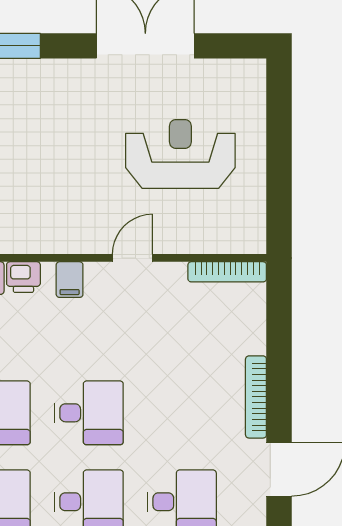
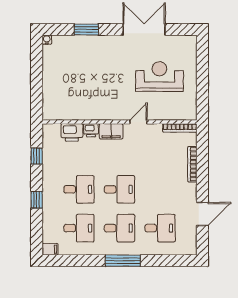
filing cabinet: (70, 280) -> (111, 131), width x2.00
bookcase: (256, 397) -> (192, 164), moved

